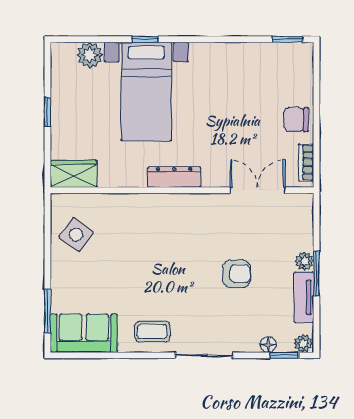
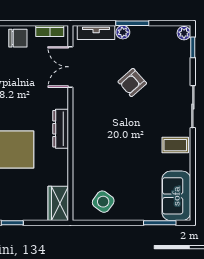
chair: (296, 120) -> (18, 38), turned -90
armchair: (237, 274) -> (132, 83), turned -132
tv unit: (304, 297) -> (96, 33), moved
coffee table: (152, 332) -> (175, 145), turned 90
floor lamp: (268, 345) -> (185, 59), removed

